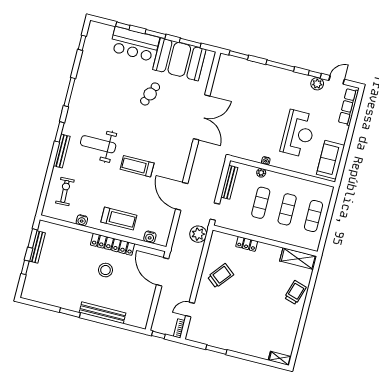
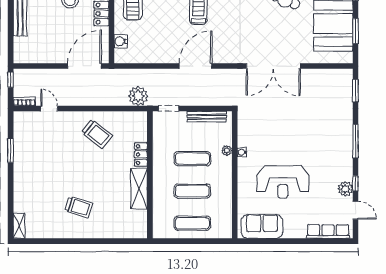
door: (182, 196) -> (196, 66), moved
shelving: (298, 259) -> (139, 189), moved
trolley: (295, 293) -> (79, 207), moved

